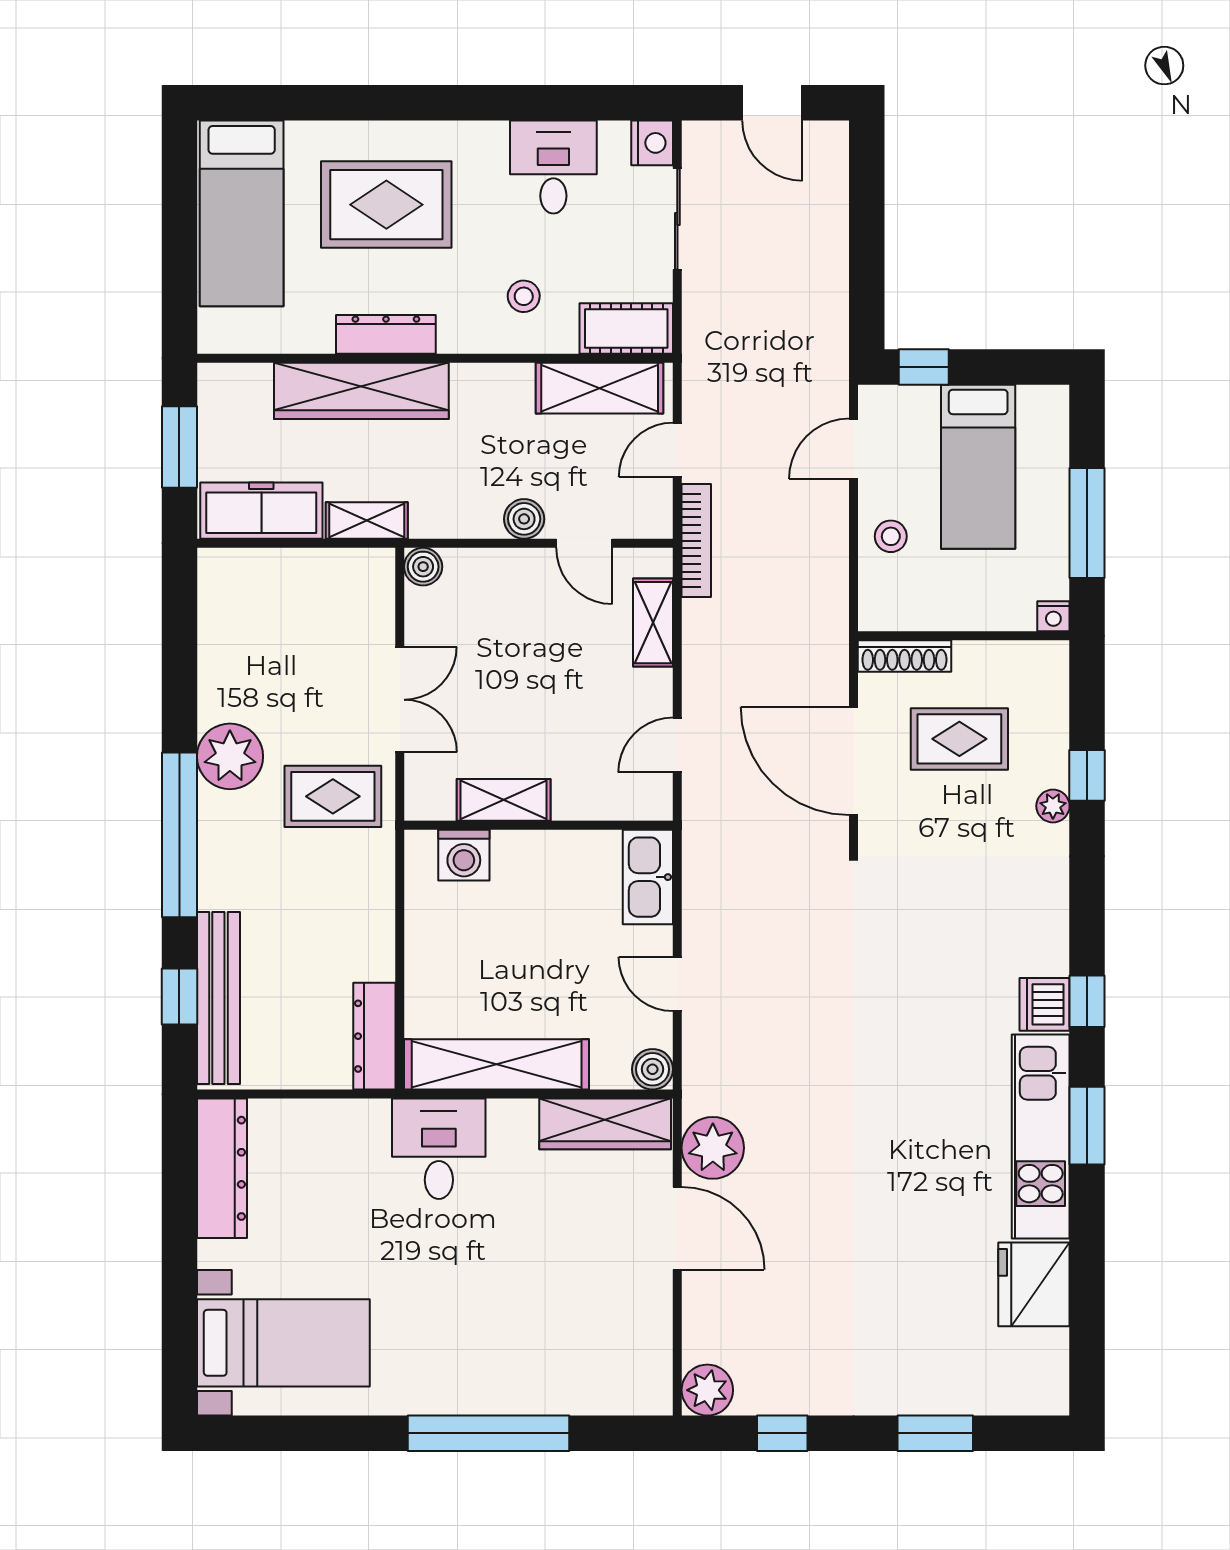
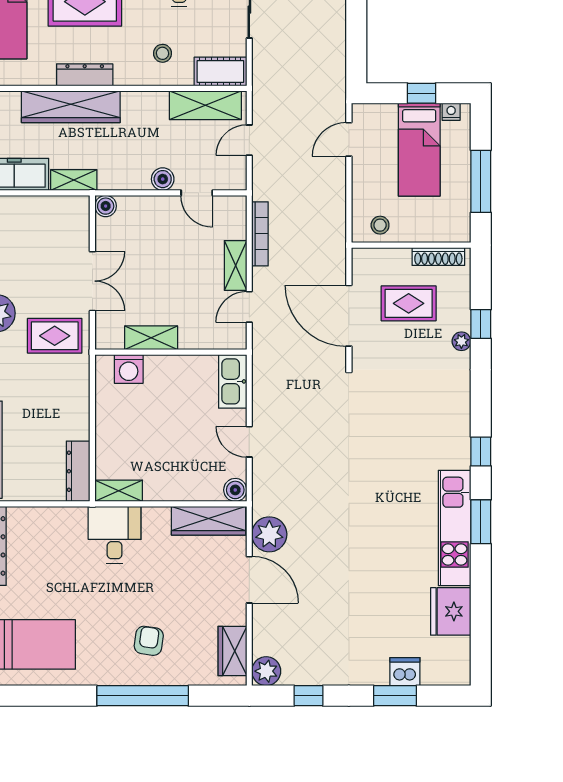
window: (924, 367) -> (422, 93), moved
stool: (891, 536) -> (380, 225), moved
bookcase: (696, 541) -> (260, 234), moved
nightstand: (1053, 616) -> (451, 112), moved, turned 180
shelving: (653, 623) -> (236, 265), moved
shoe rack: (905, 656) -> (438, 257), moved
dishwasher: (1045, 1004) -> (405, 672), moved, turned 90
shelving: (497, 1064) -> (119, 491), width x0.45, depth x0.75
armchair: (499, 1336) -> (149, 641), added
wardrobe: (648, 1354) -> (232, 651), added

